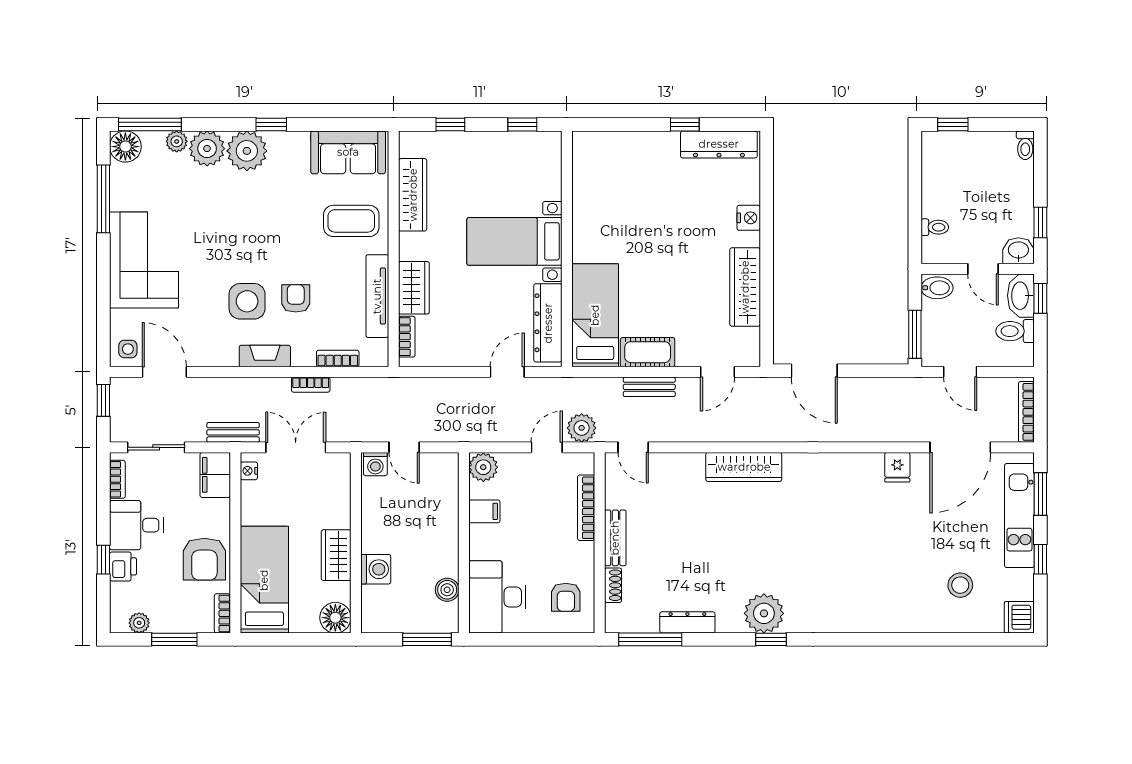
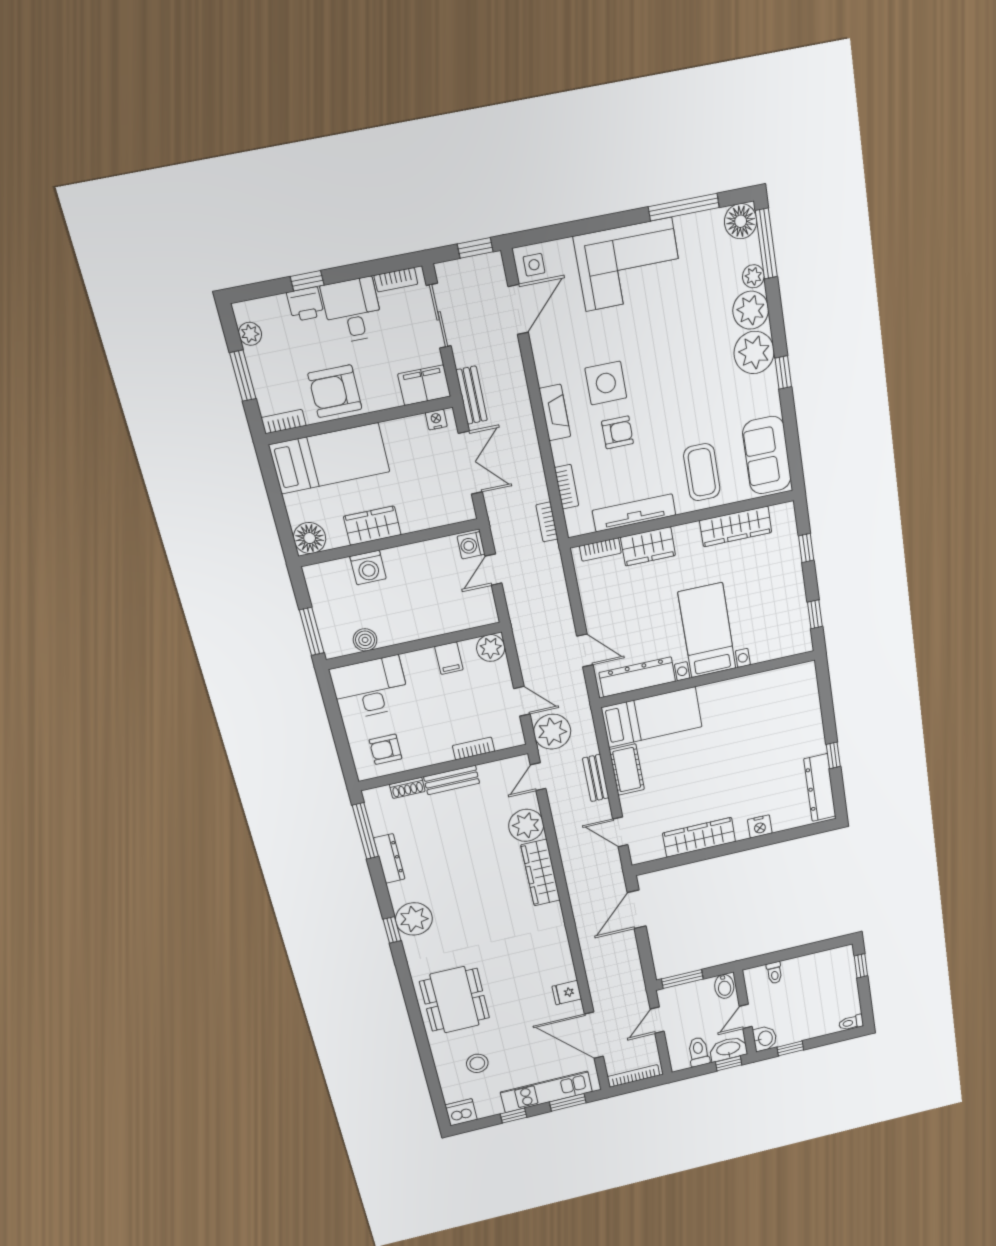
bookcase: (311, 385) -> (547, 522), moved
plant: (582, 428) -> (552, 732), width x1.36, depth x1.36
plant: (685, 471) -> (526, 825), added
bookcase: (586, 508) -> (473, 748), width x0.64
dining table: (873, 592) -> (455, 1000), added

